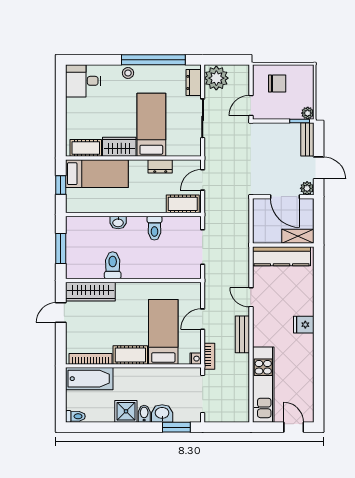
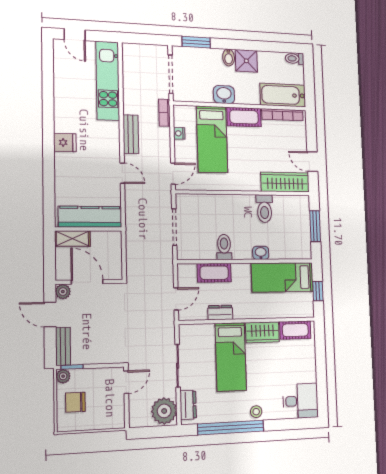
chair: (277, 83) -> (75, 402), moved
bed: (97, 174) -> (282, 277), moved
cot: (183, 204) -> (214, 273), moved
door: (61, 313) -> (312, 162), swing flipped
door: (203, 319) -> (173, 174), moved
nightstand: (196, 359) -> (179, 133), moved
washbasin: (162, 413) -> (224, 95), moved, turned 180

